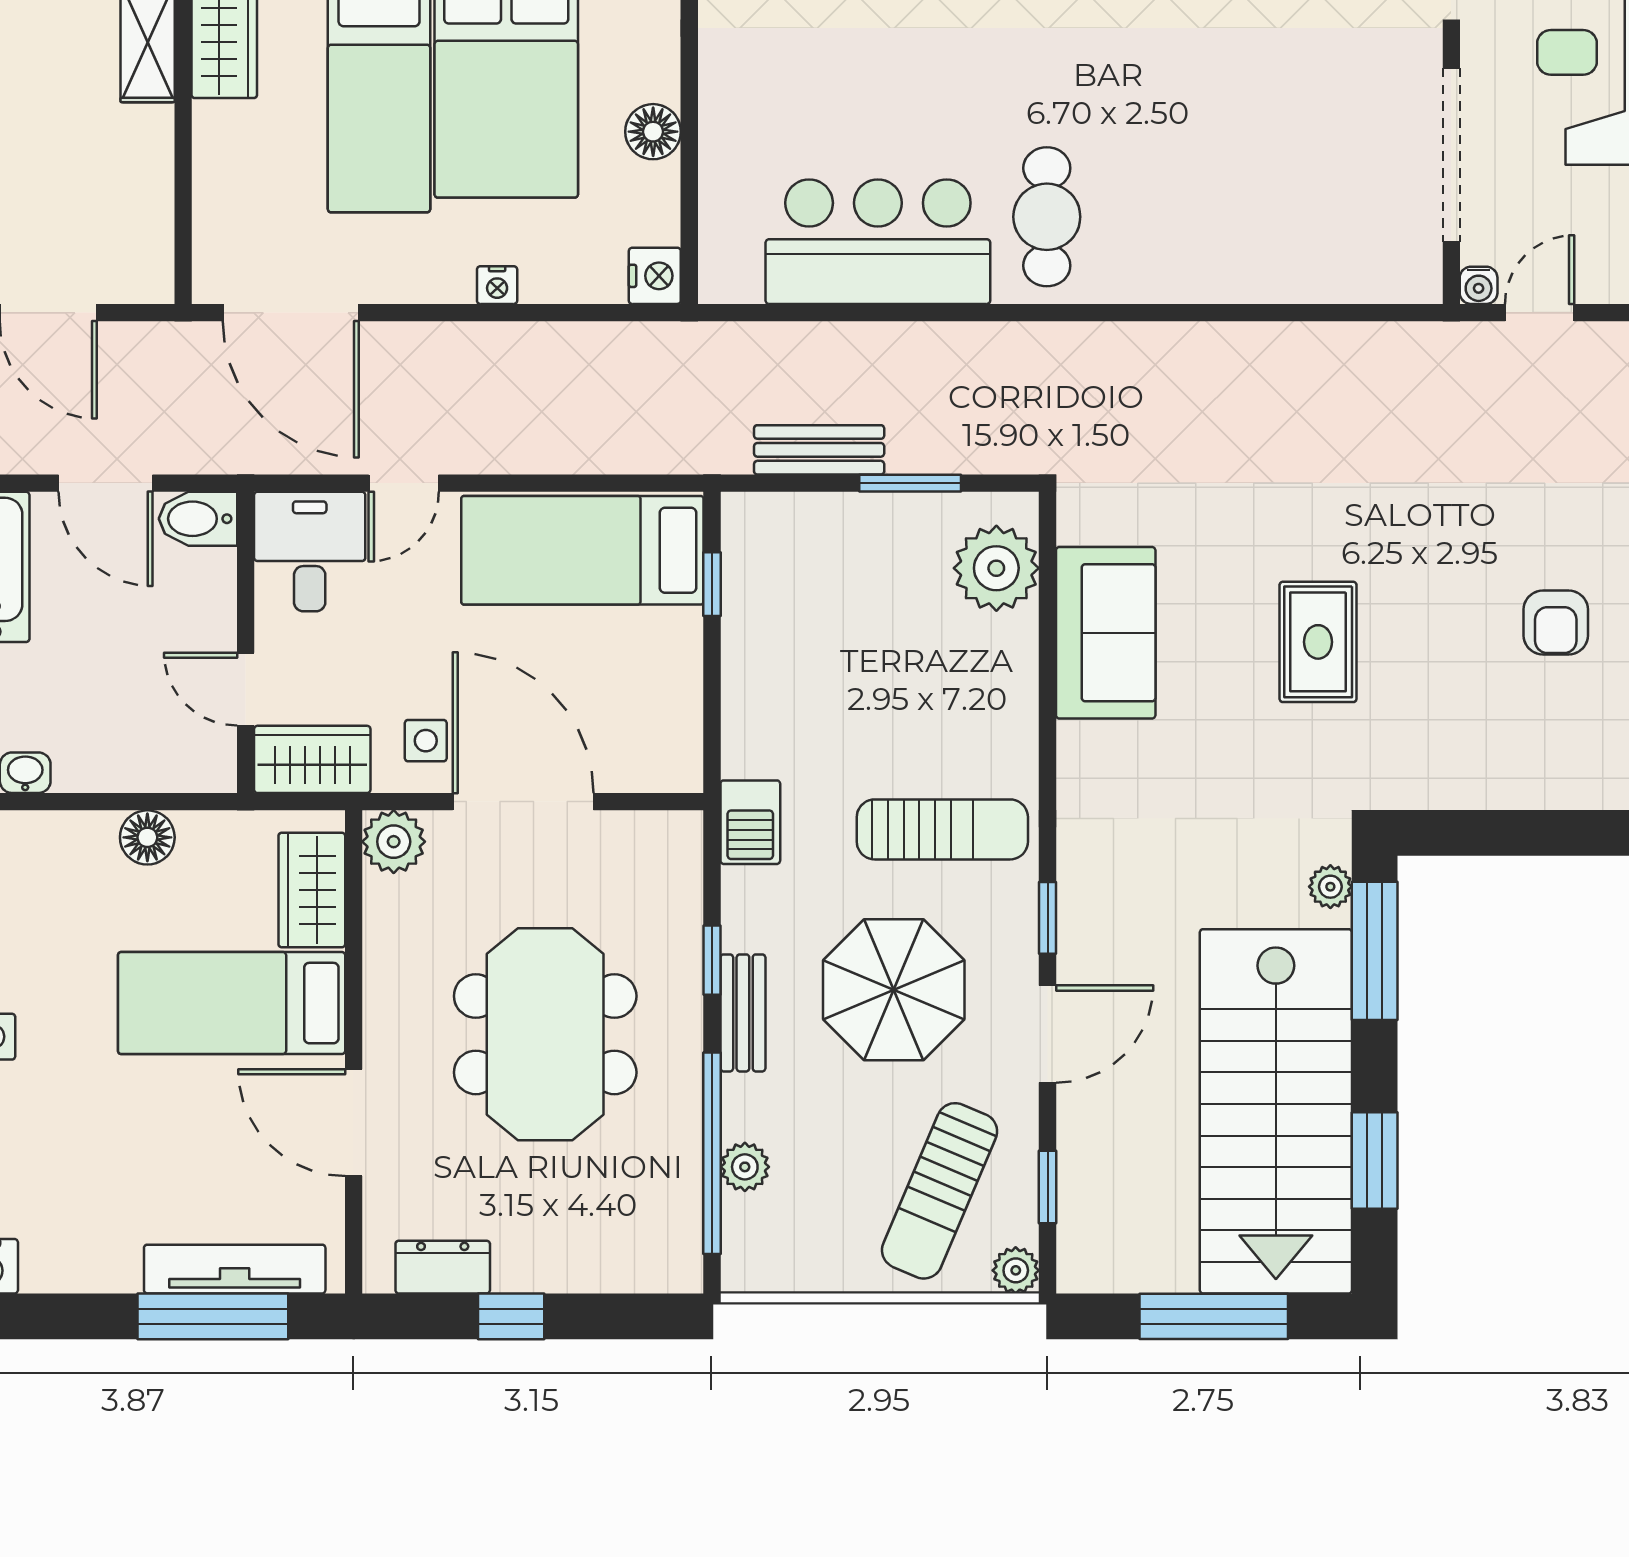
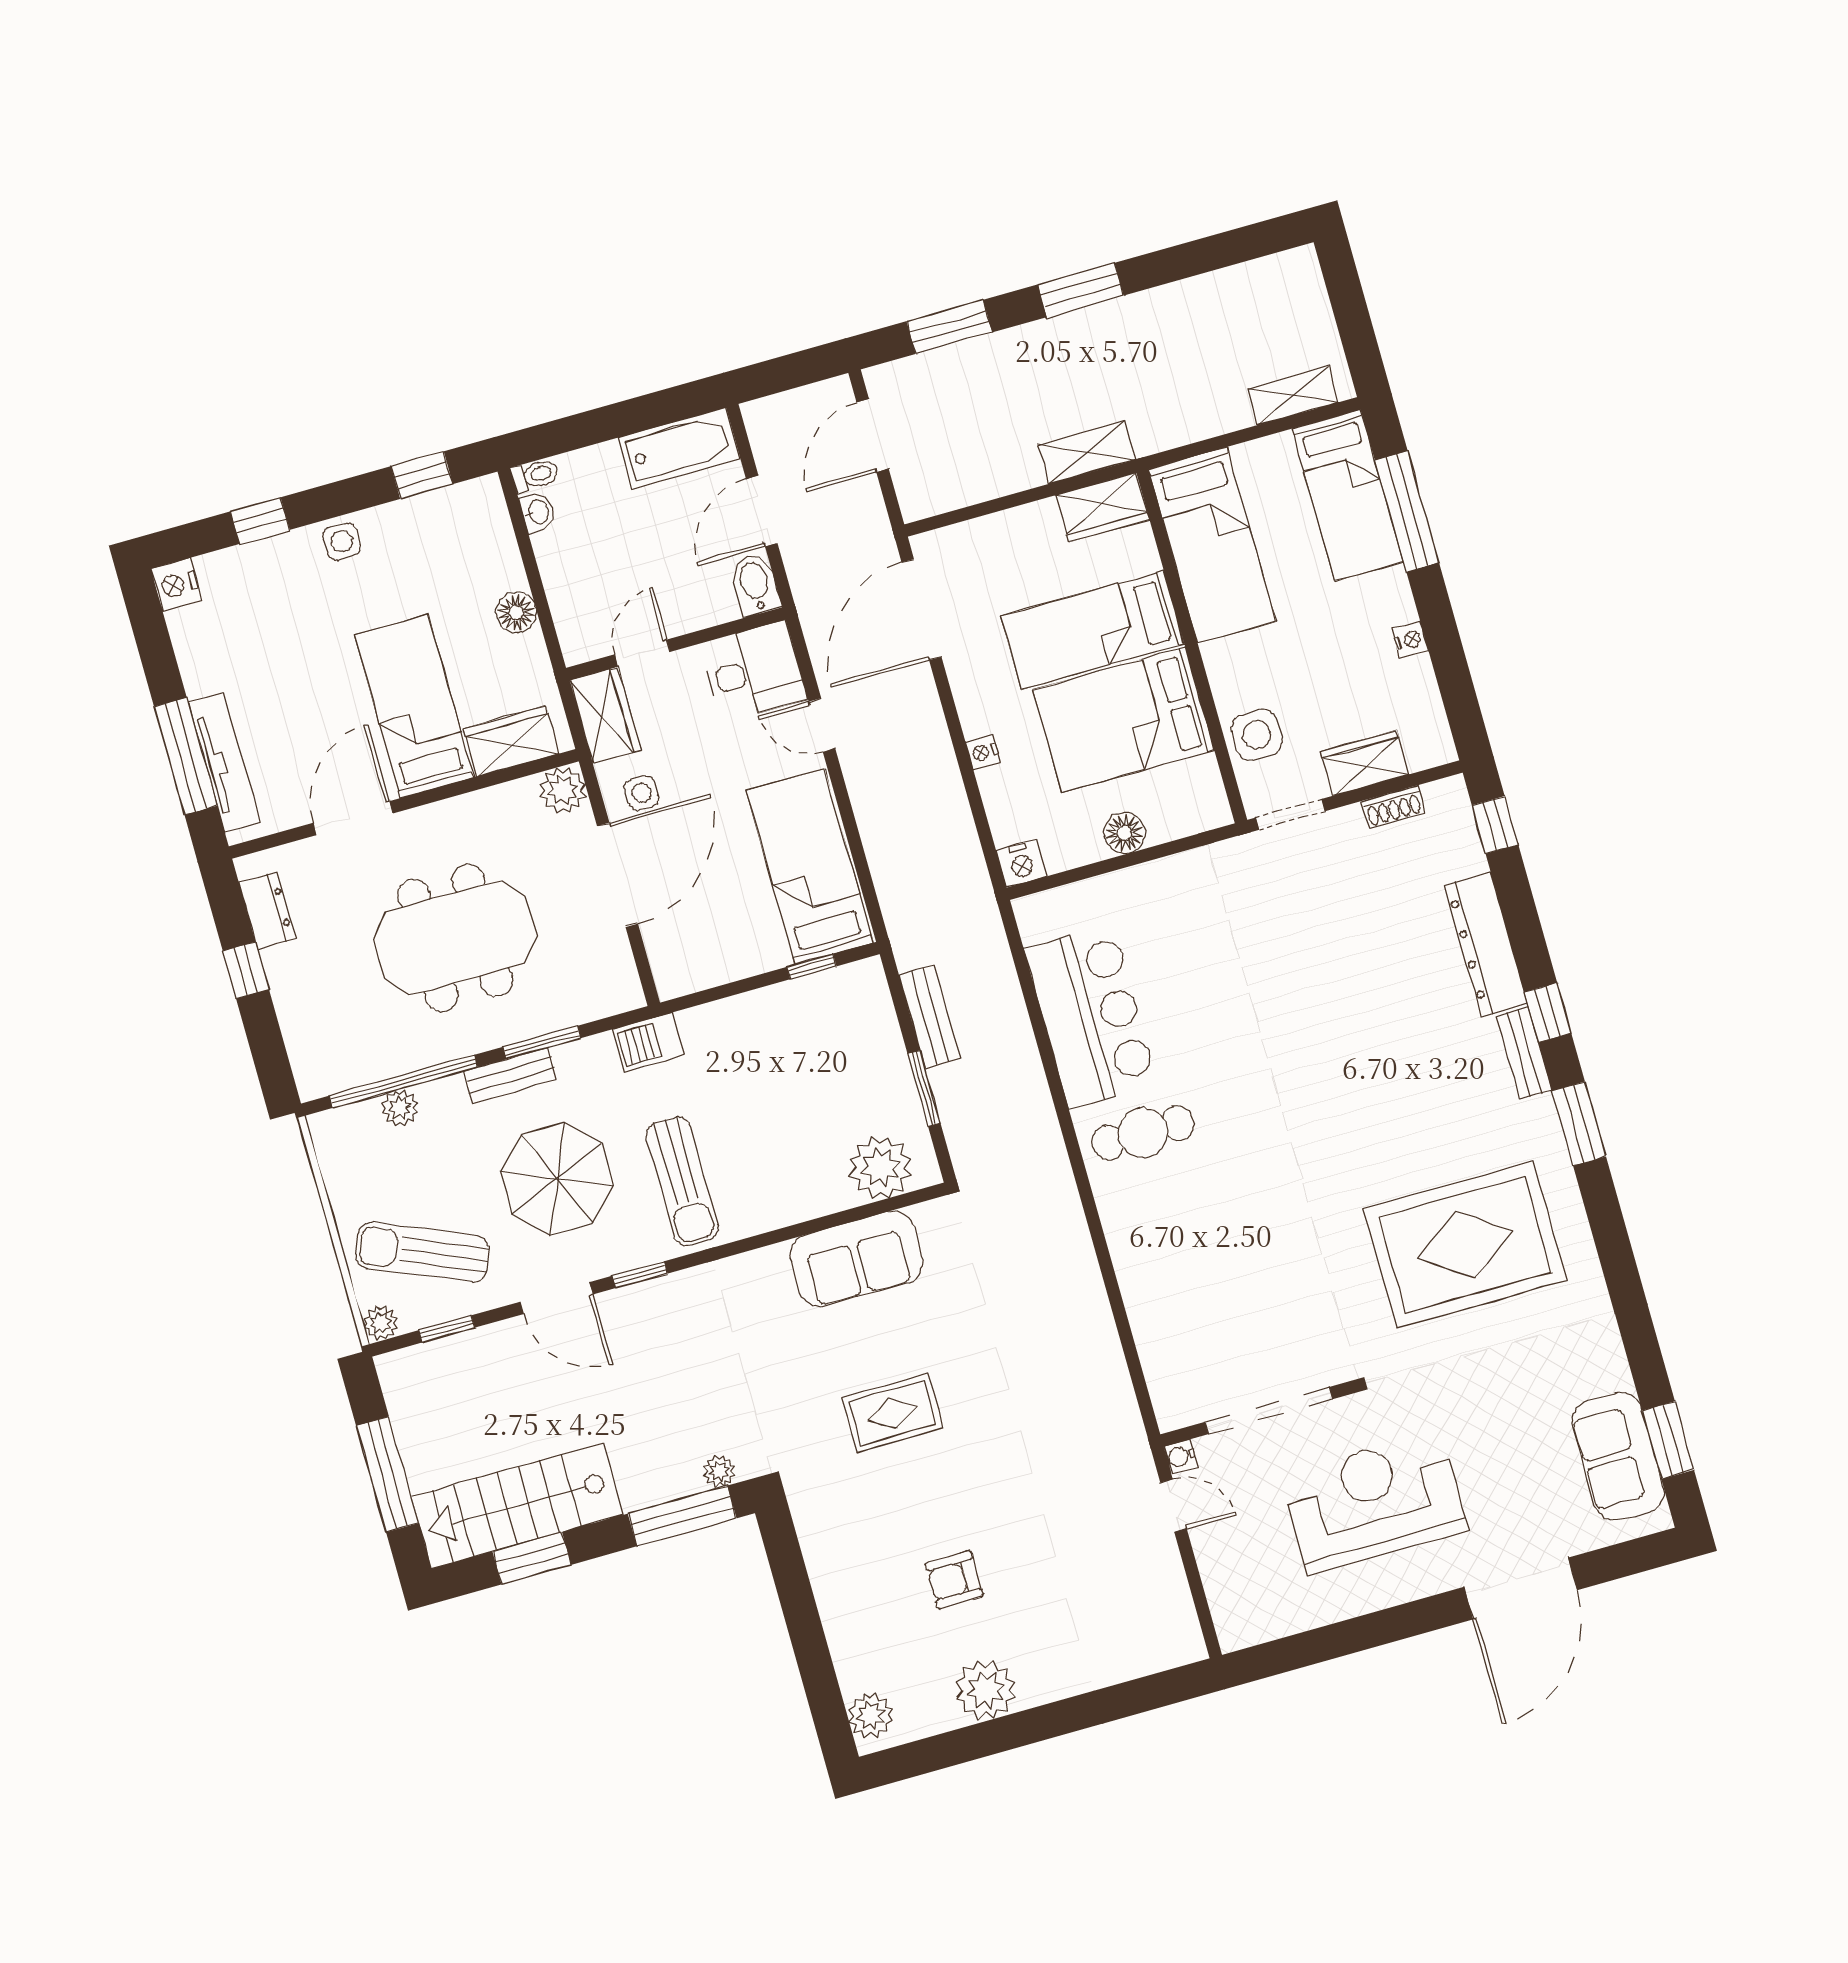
window: (712, 960) -> (542, 1042), width x1.50
stairs: (1276, 1111) -> (517, 1506), width x0.73, depth x0.66

